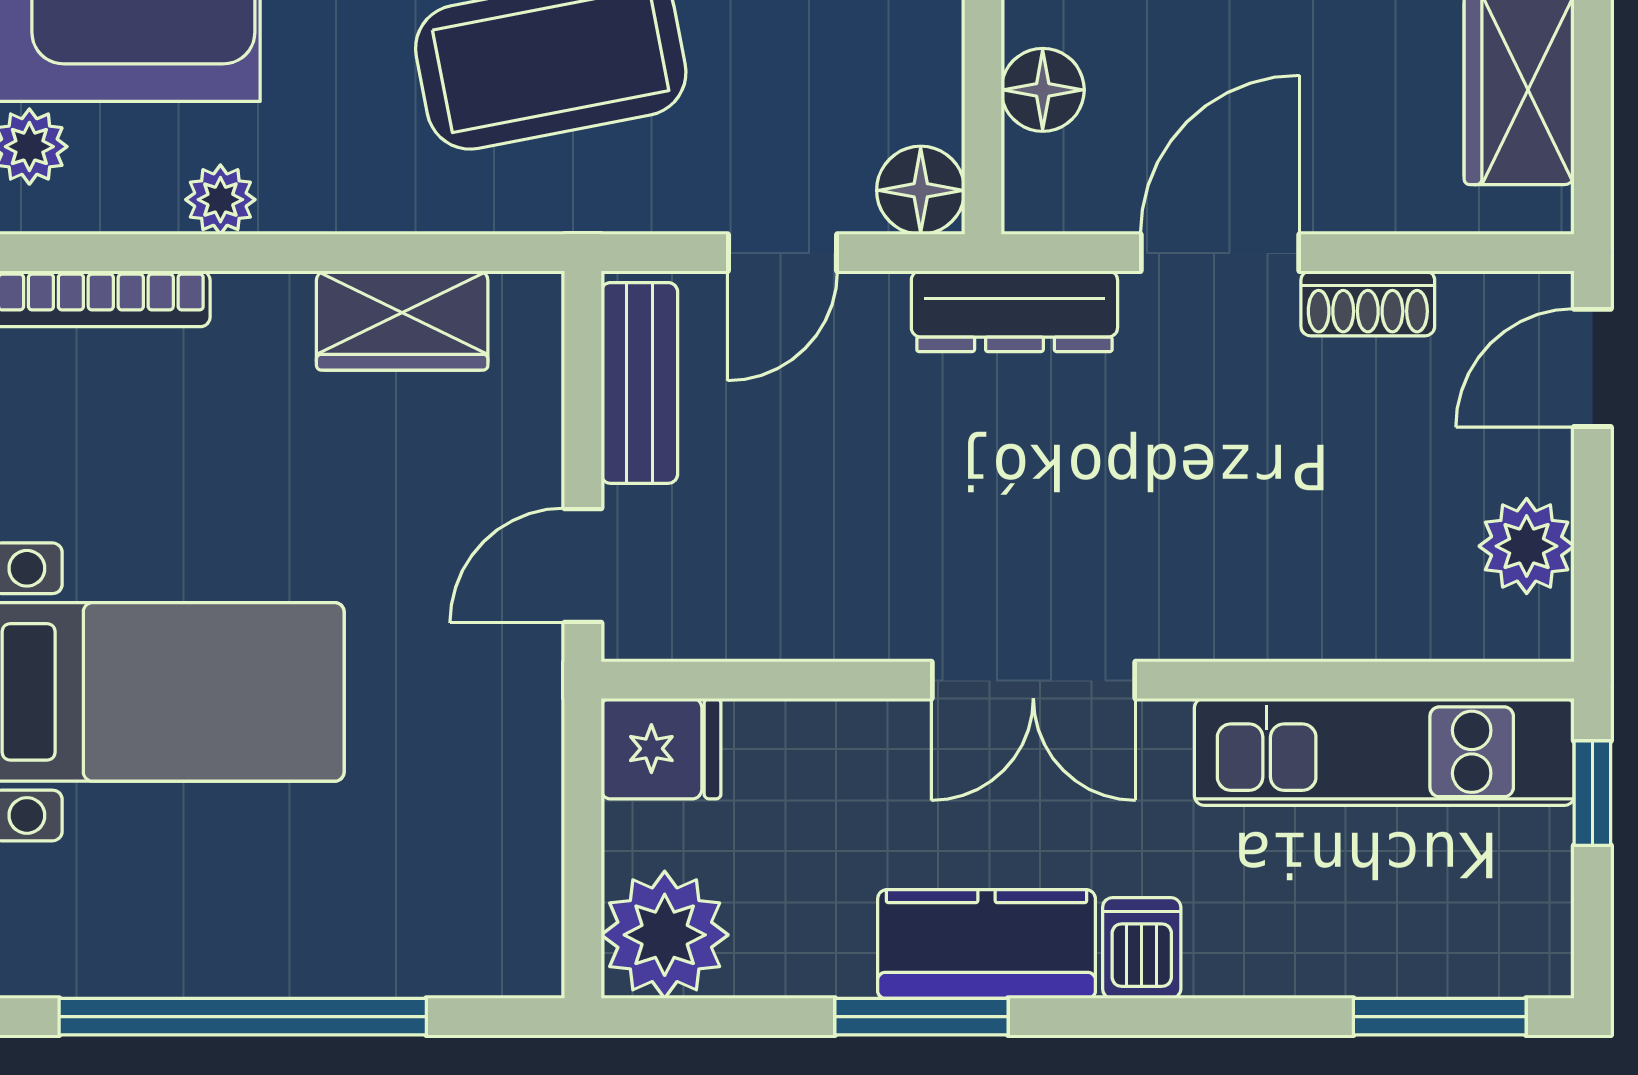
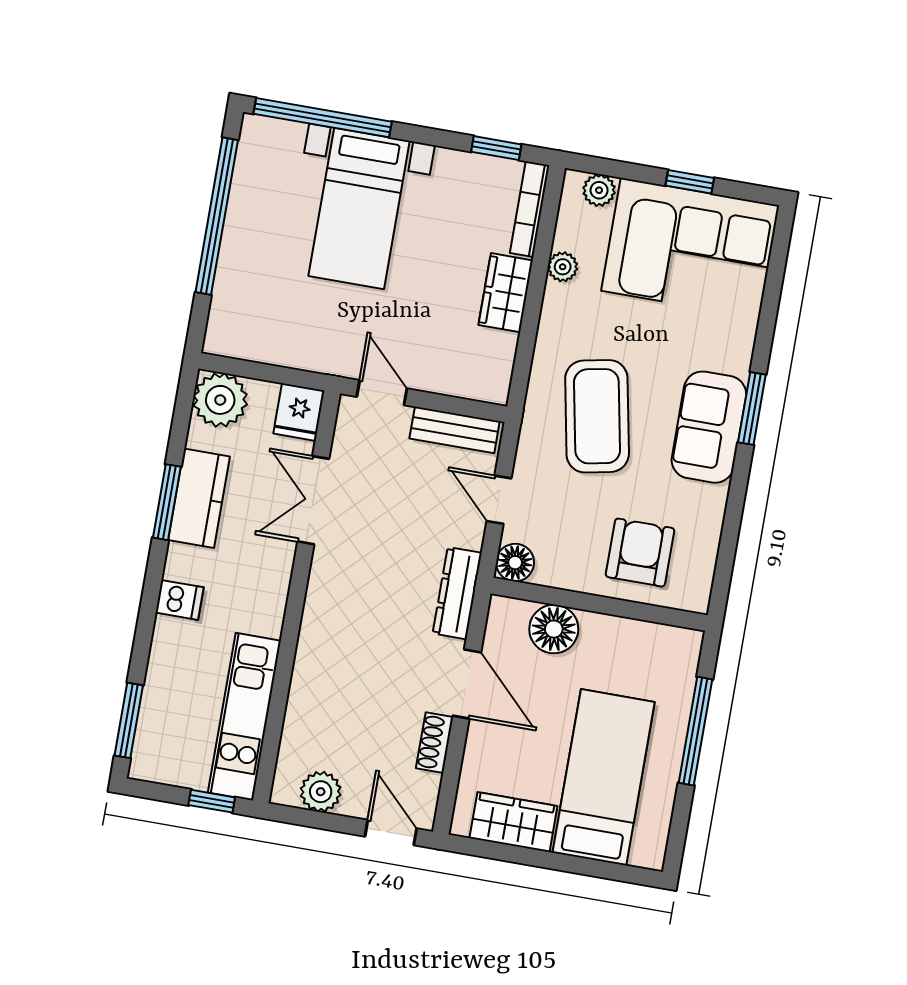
floor lamp: (1043, 90) -> (554, 629), width x1.38, depth x1.38
wardrobe: (402, 320) -> (506, 293), moved
double door: (1033, 680) -> (313, 500), moved
kitchen counter: (987, 944) -> (199, 498), moved

